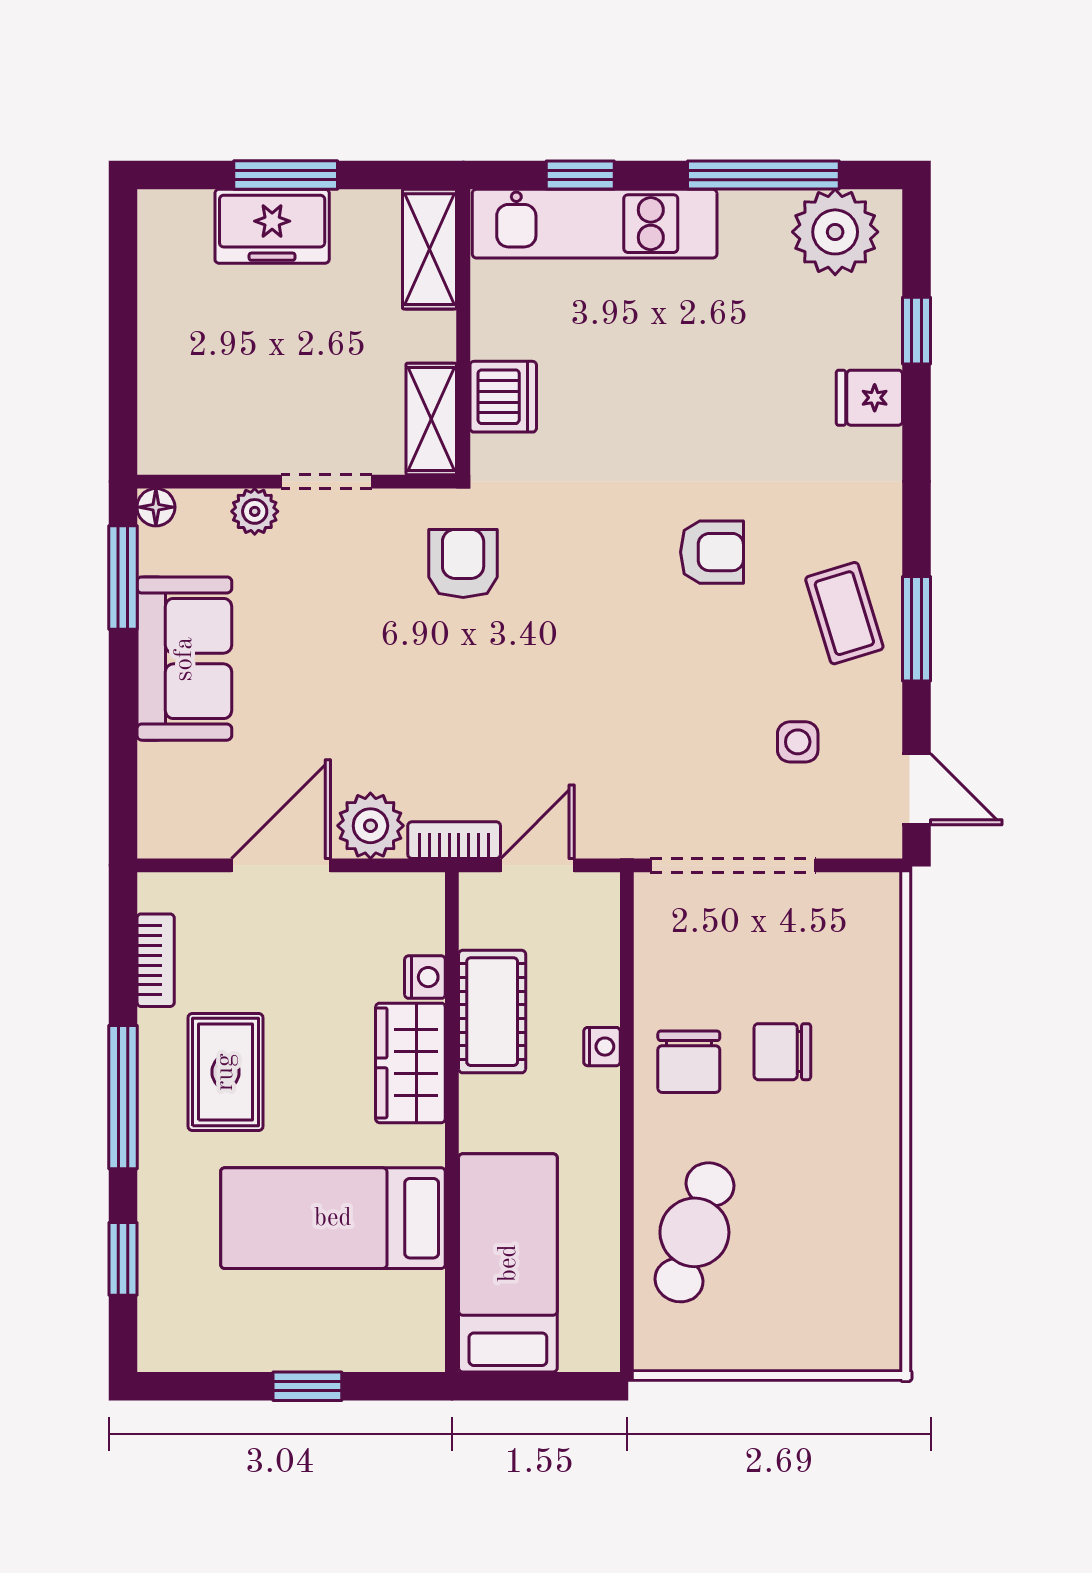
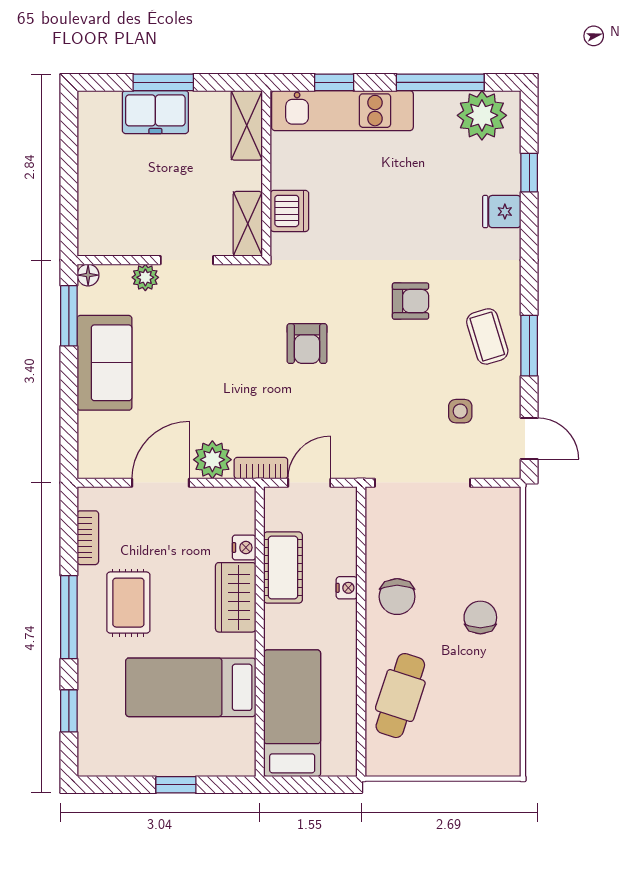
armchair: (463, 563) -> (307, 344), moved, turned 180
chair: (782, 1052) -> (480, 617), moved, turned 90

